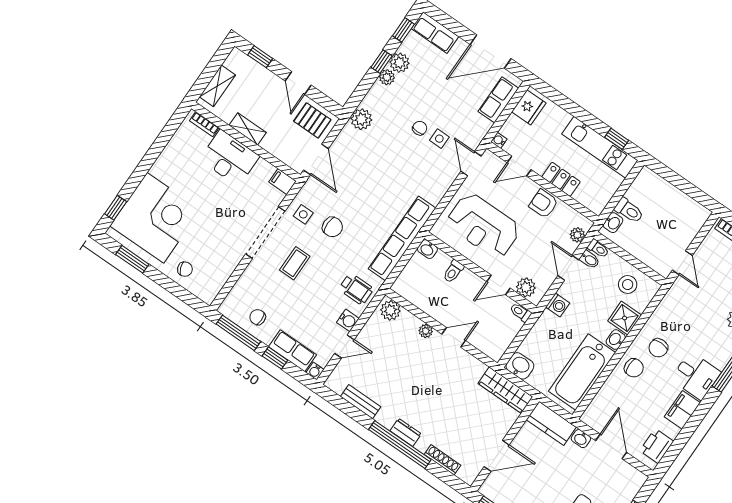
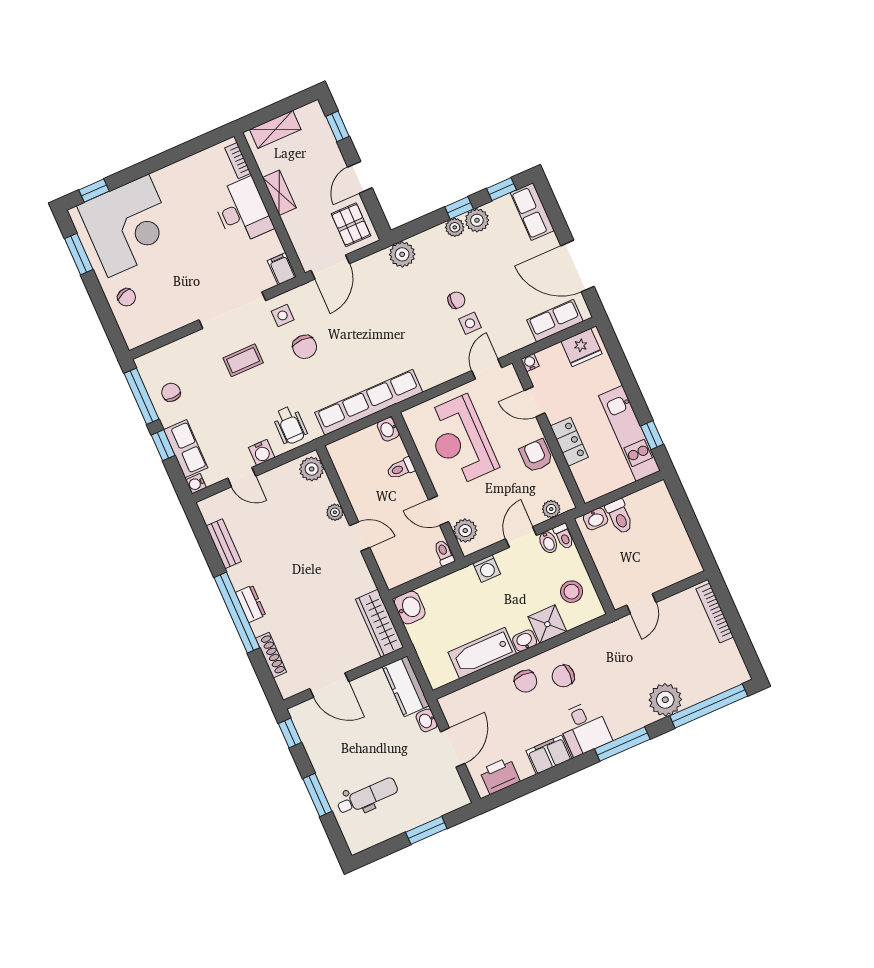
bathtub: (582, 372) -> (482, 653), width x0.73, depth x0.73

